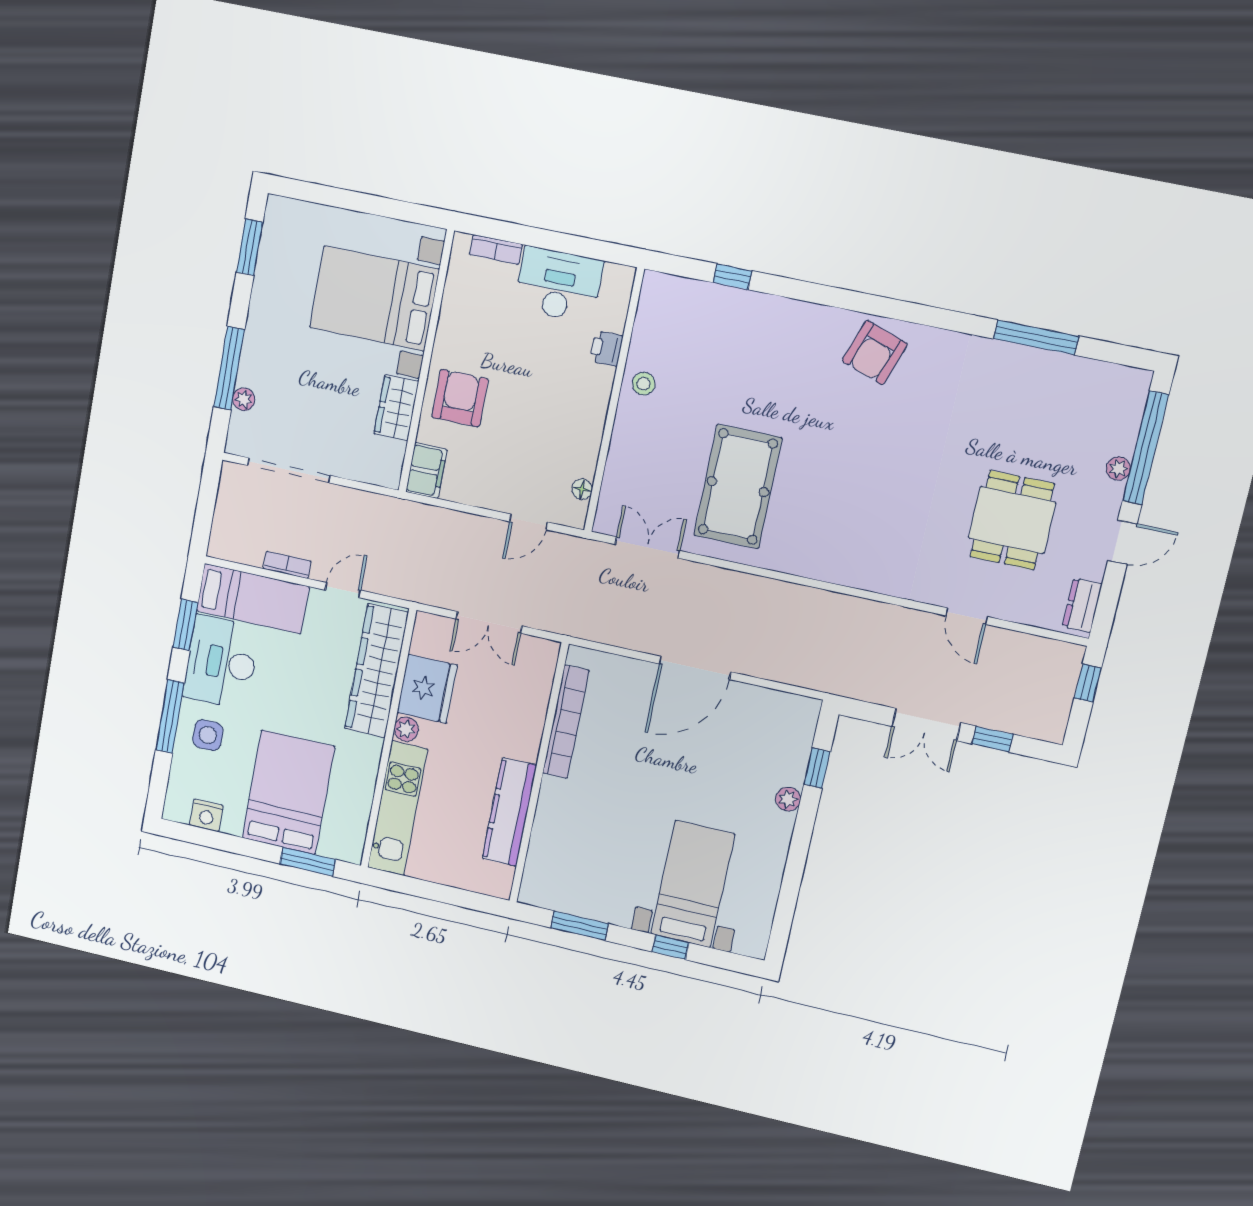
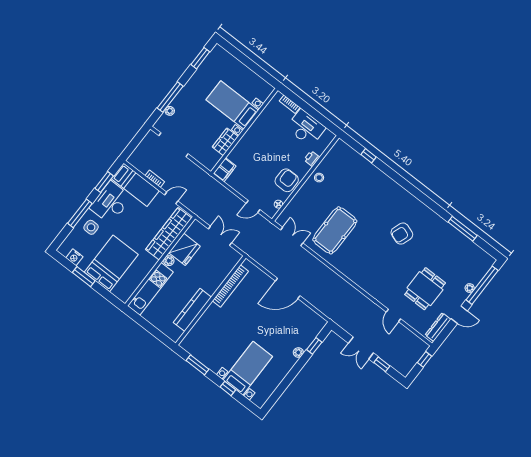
bed with nightstands: (374, 298) -> (232, 105), width x0.73
armchair: (875, 353) -> (402, 234), moved
armchair: (460, 398) -> (287, 180), moved
dresser: (1082, 605) -> (438, 327), width x1.44
double door: (489, 622) -> (220, 236), swing flipped
window: (308, 862) -> (84, 277), moved

